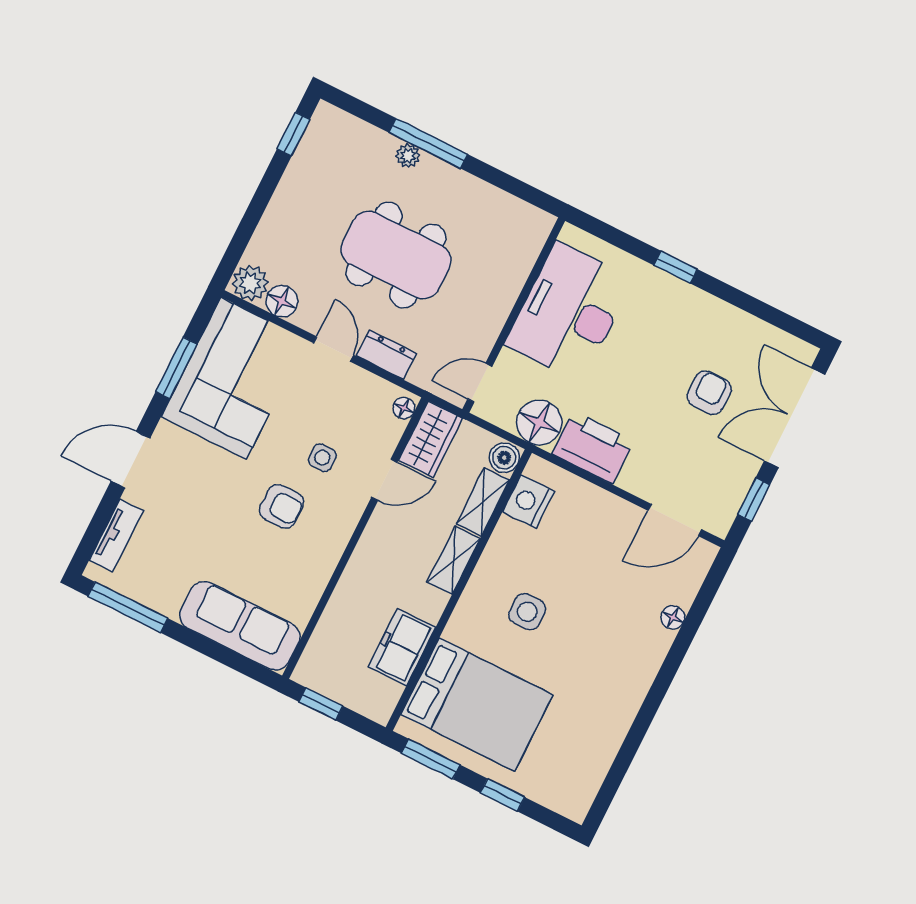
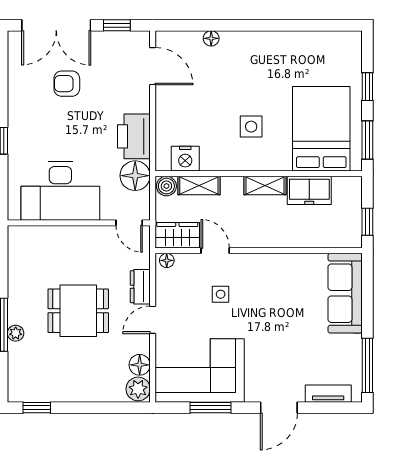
dining table: (396, 255) -> (78, 311), width x0.73
door: (130, 460) -> (279, 408), hinge flipped
armchair: (282, 506) -> (262, 304), removed
shelving: (454, 560) -> (265, 186), moved

